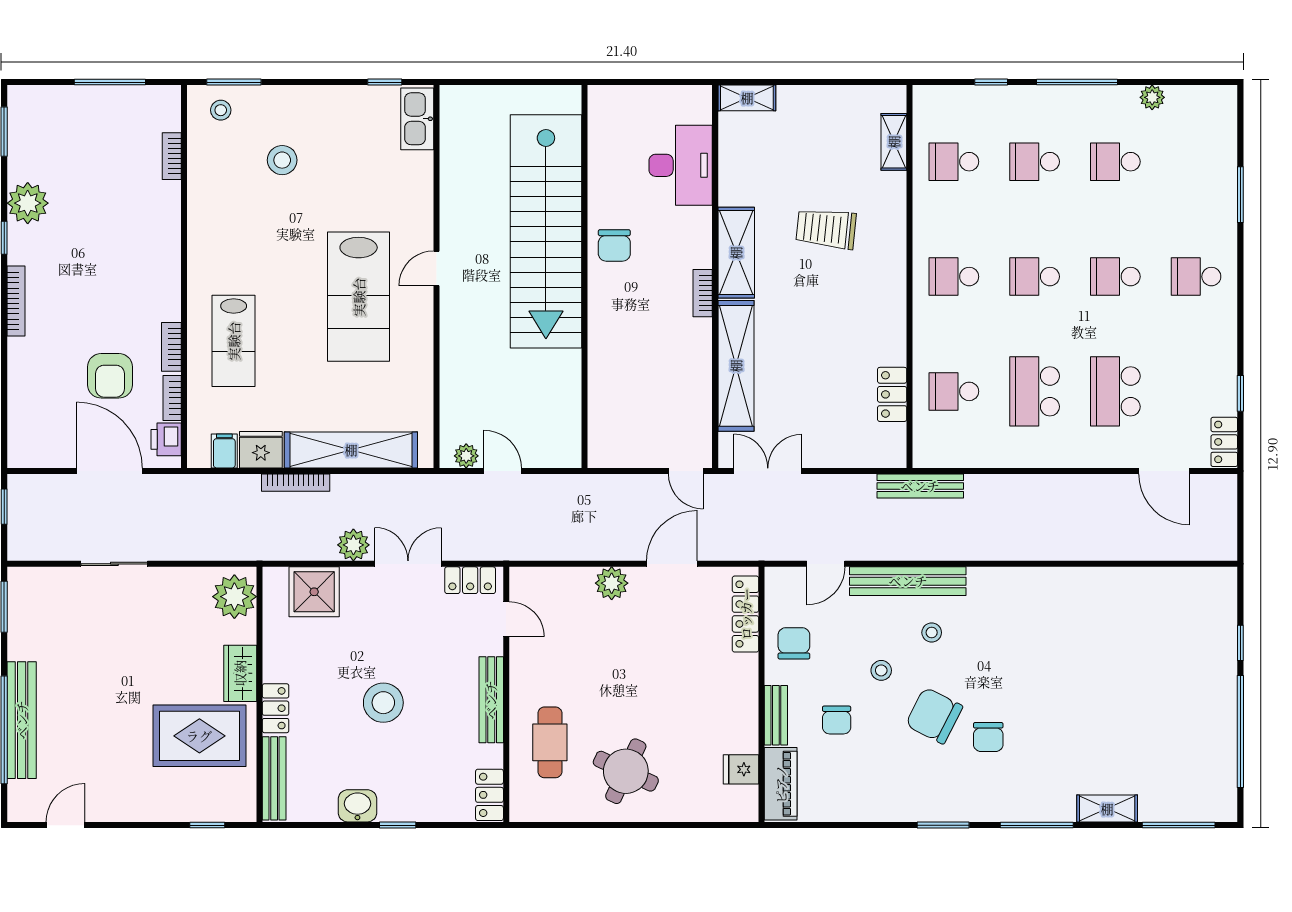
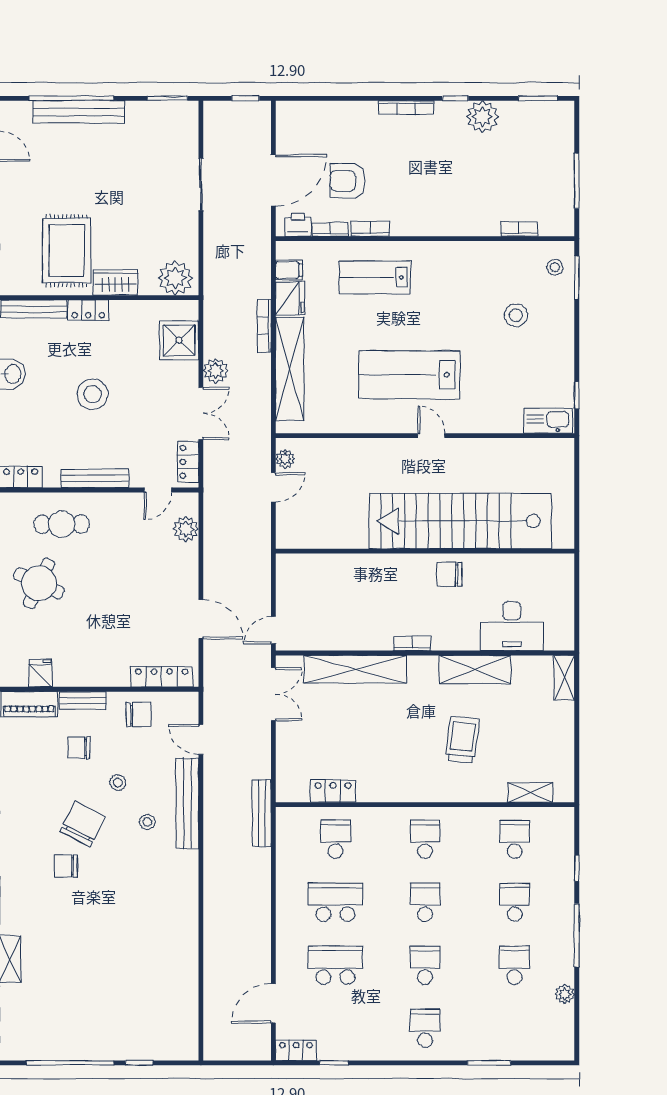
shelving: (736, 253) -> (475, 669), moved
plant: (612, 583) -> (186, 529), moved

